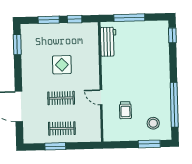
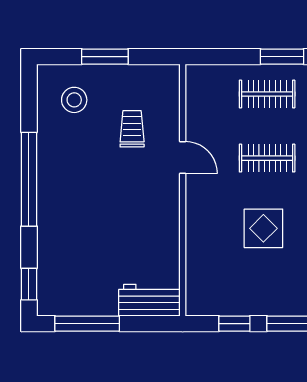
window: (129, 18) -> (87, 324), moved
workbench: (108, 42) -> (149, 300), moved, turned 90
window: (174, 105) -> (29, 179), moved
window: (149, 144) -> (105, 57), moved

